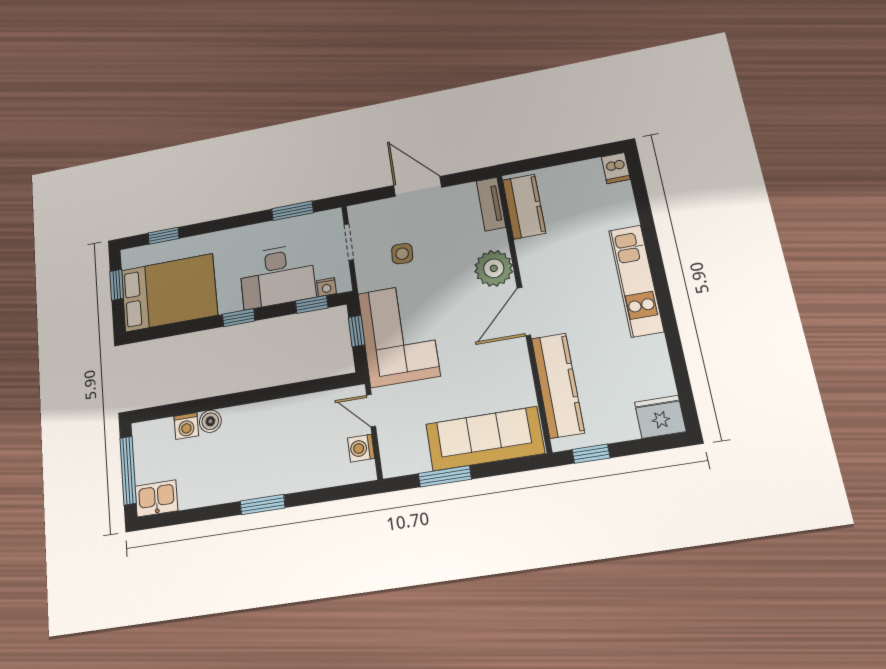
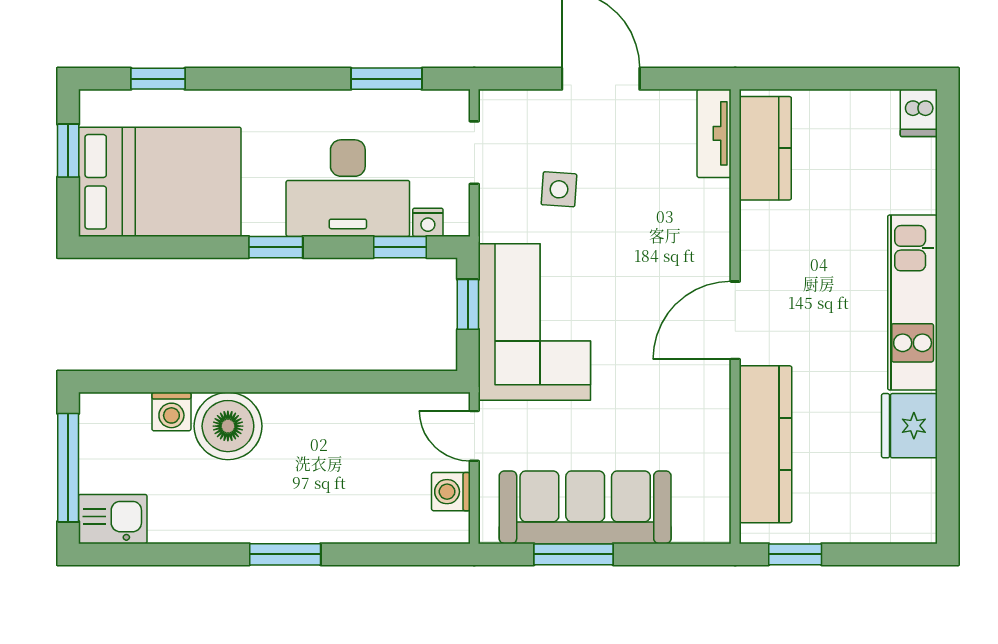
plant: (494, 268) -> (701, 242), removed
fridge: (660, 417) -> (909, 426), moved, turned -90
boiler: (210, 421) -> (228, 426), width x1.86, depth x1.86
sofa: (485, 439) -> (585, 507), moved

